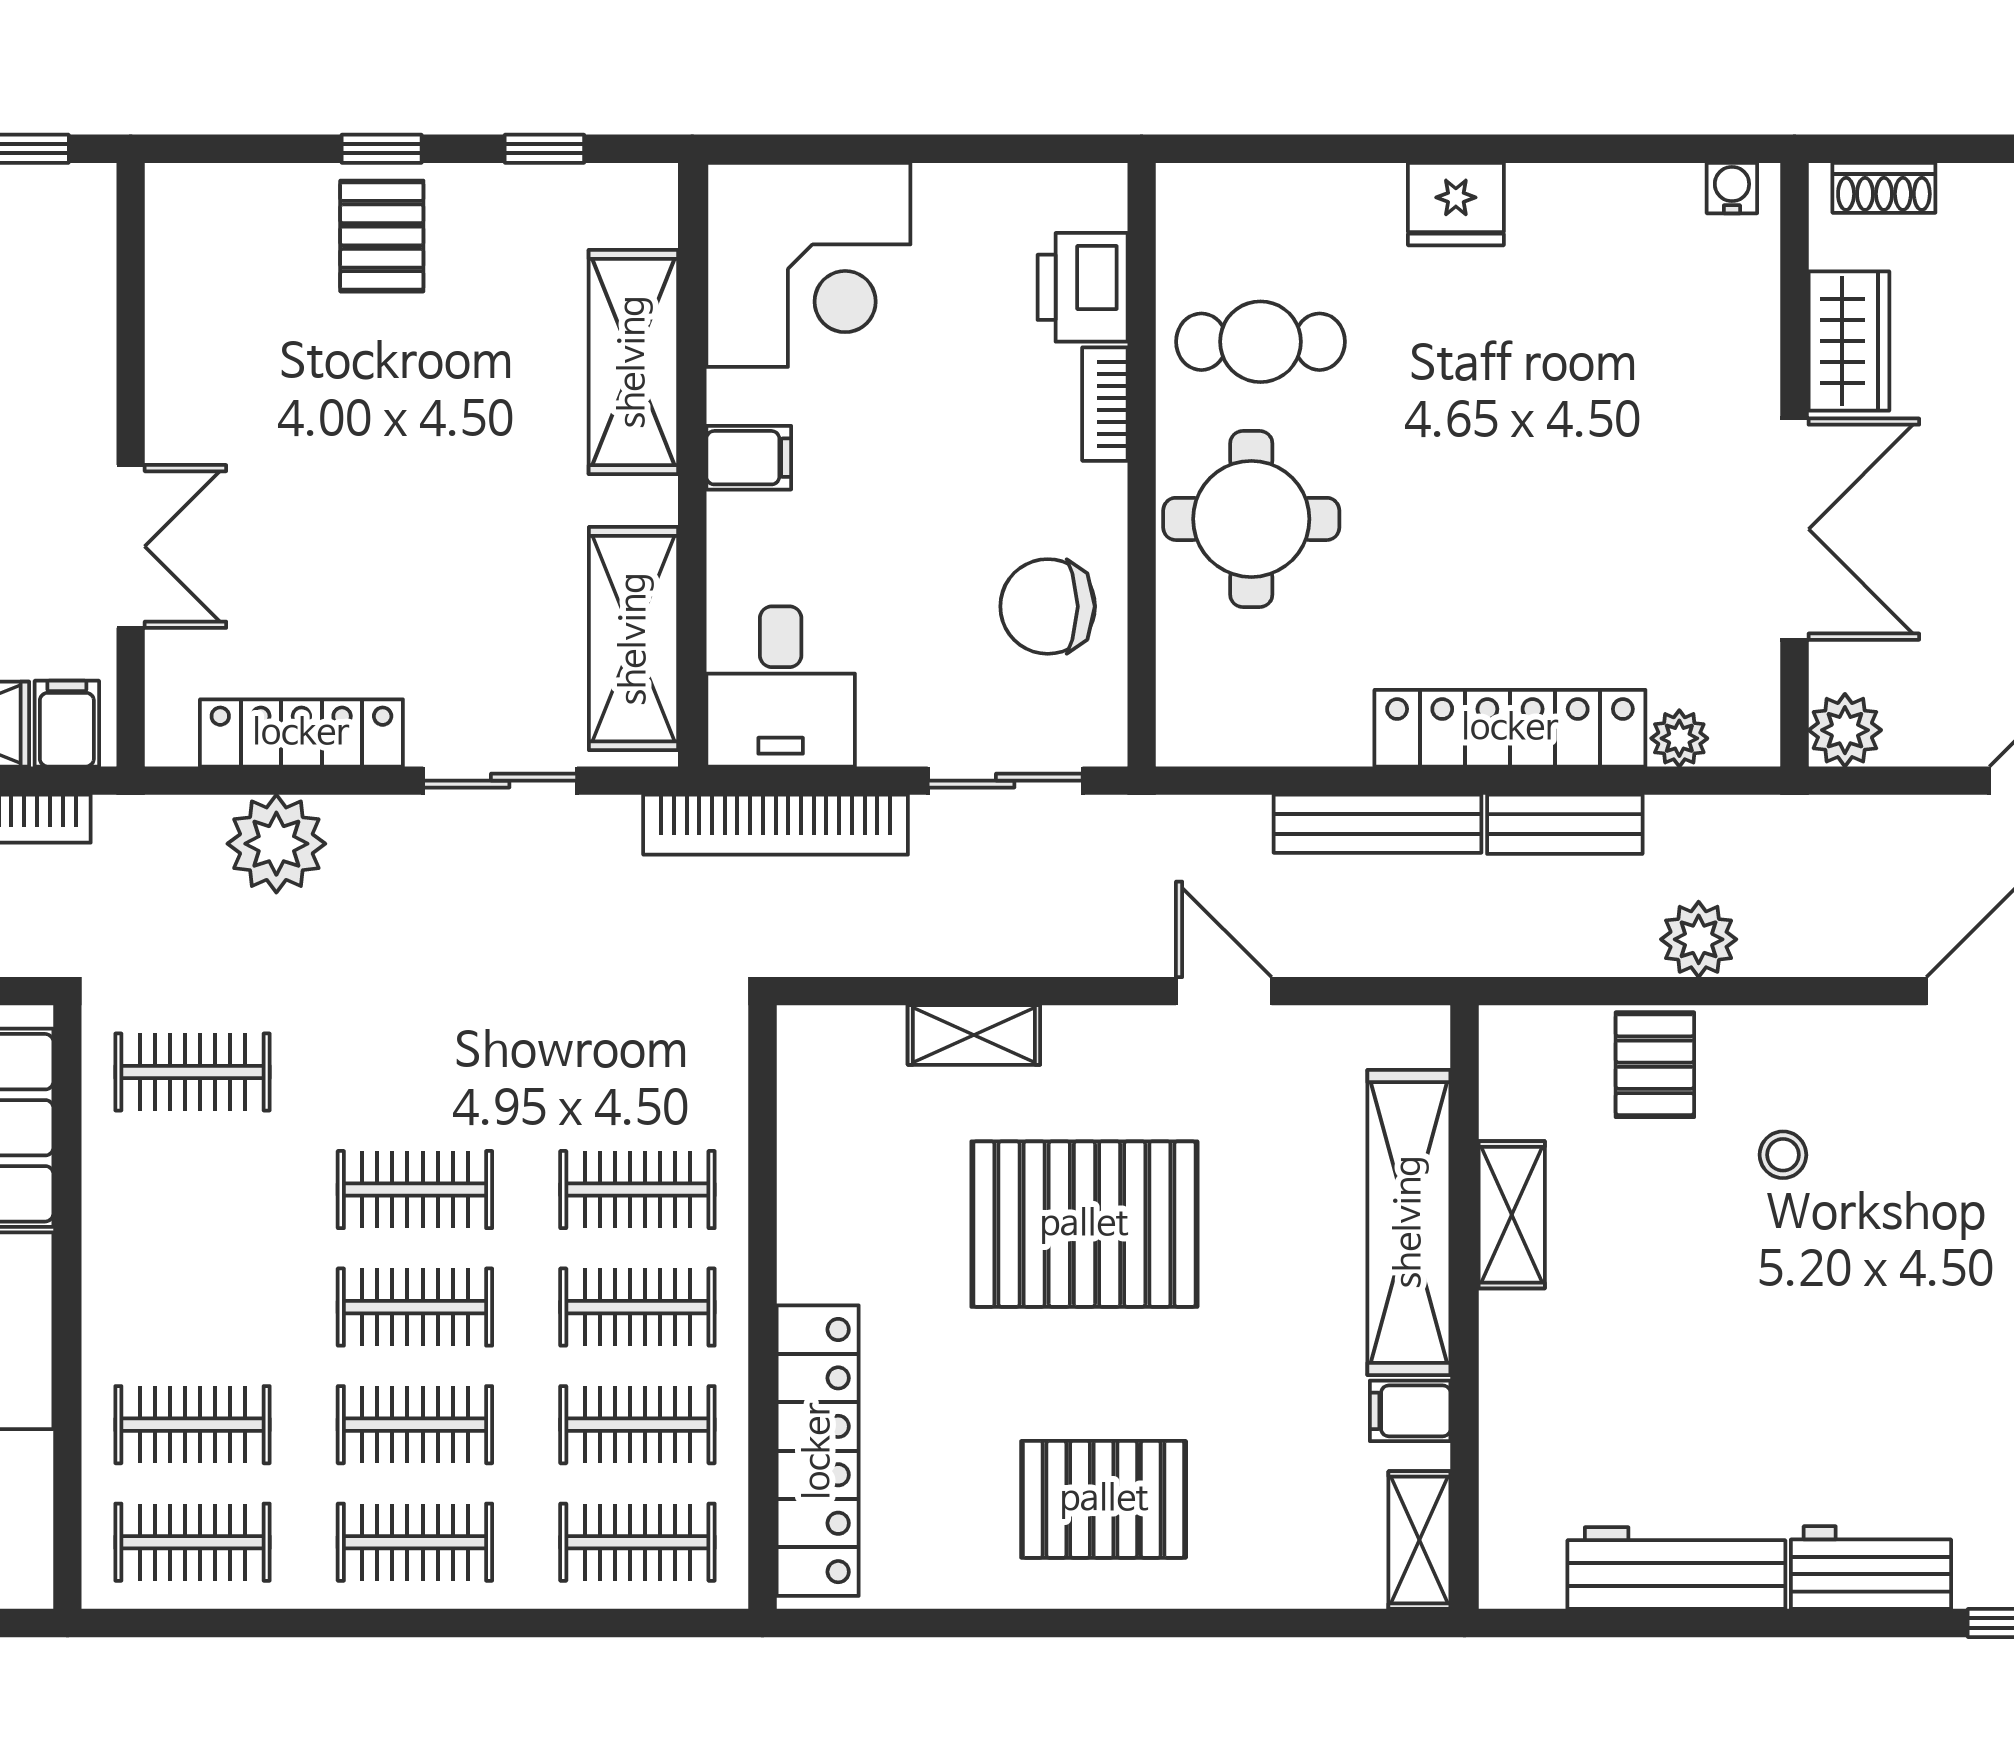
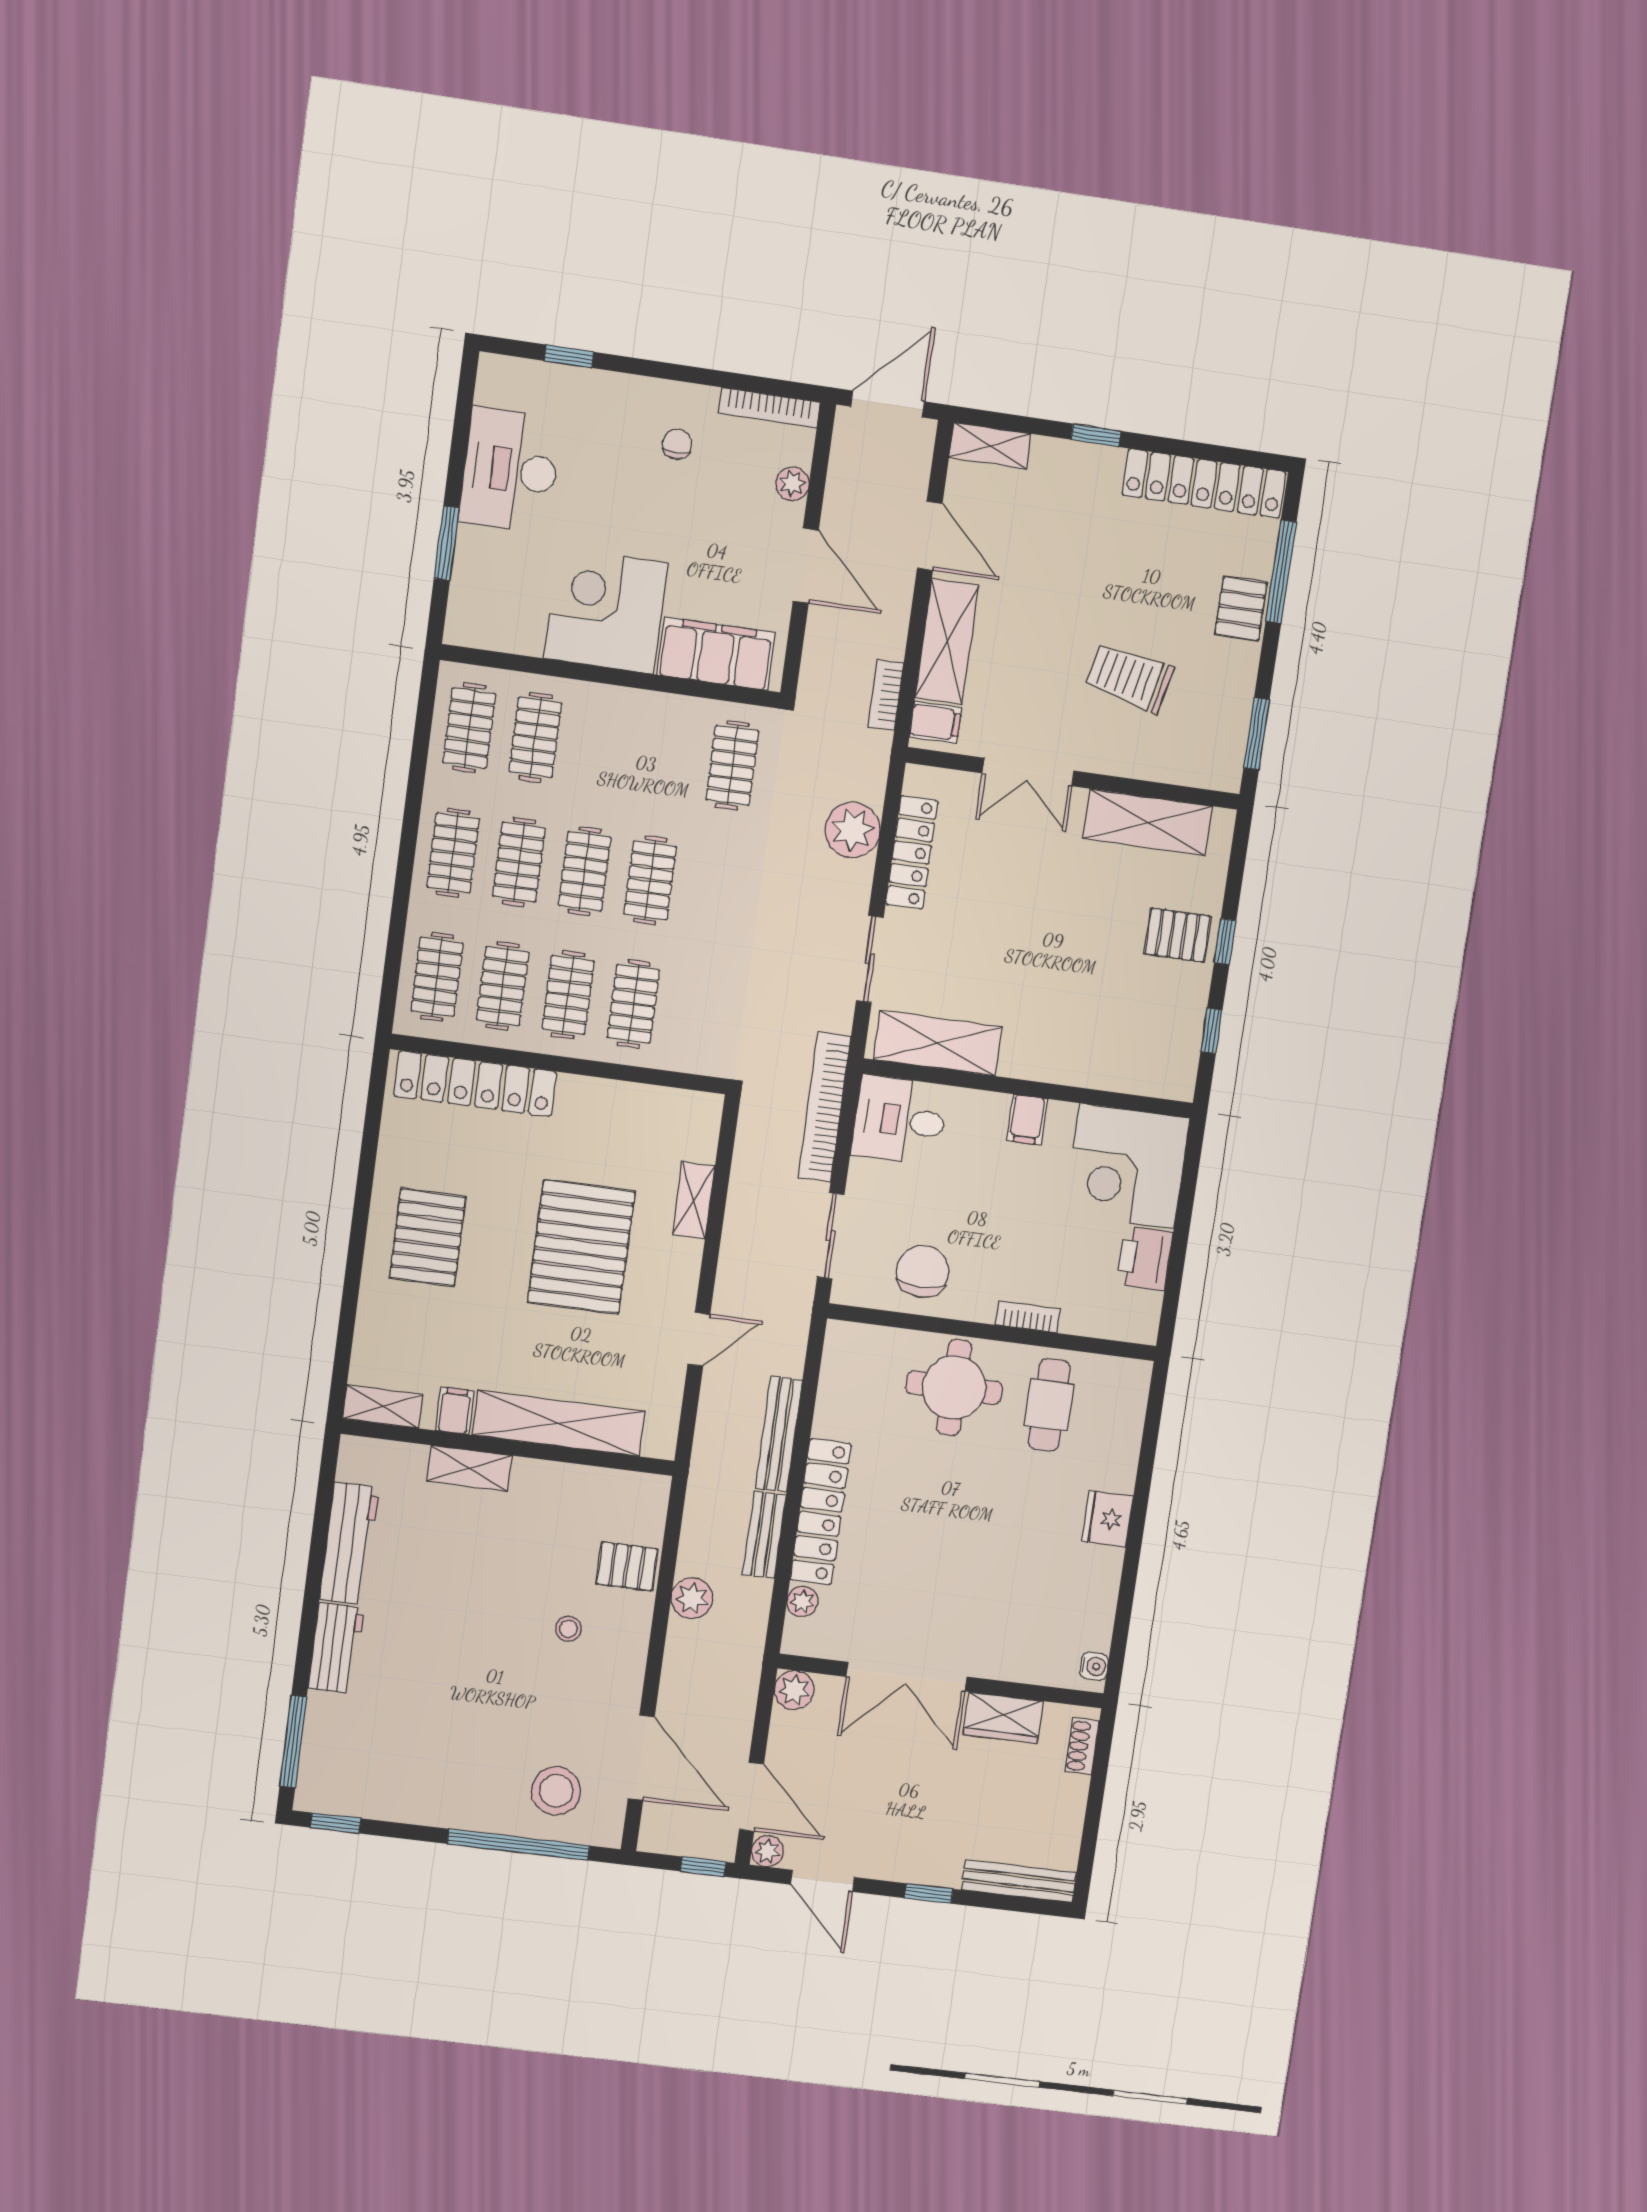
printer: (1083, 287) -> (1145, 1258), moved, turned -90
shelving: (633, 362) -> (1148, 822), moved
shelving: (1512, 1215) -> (469, 1468), moved

